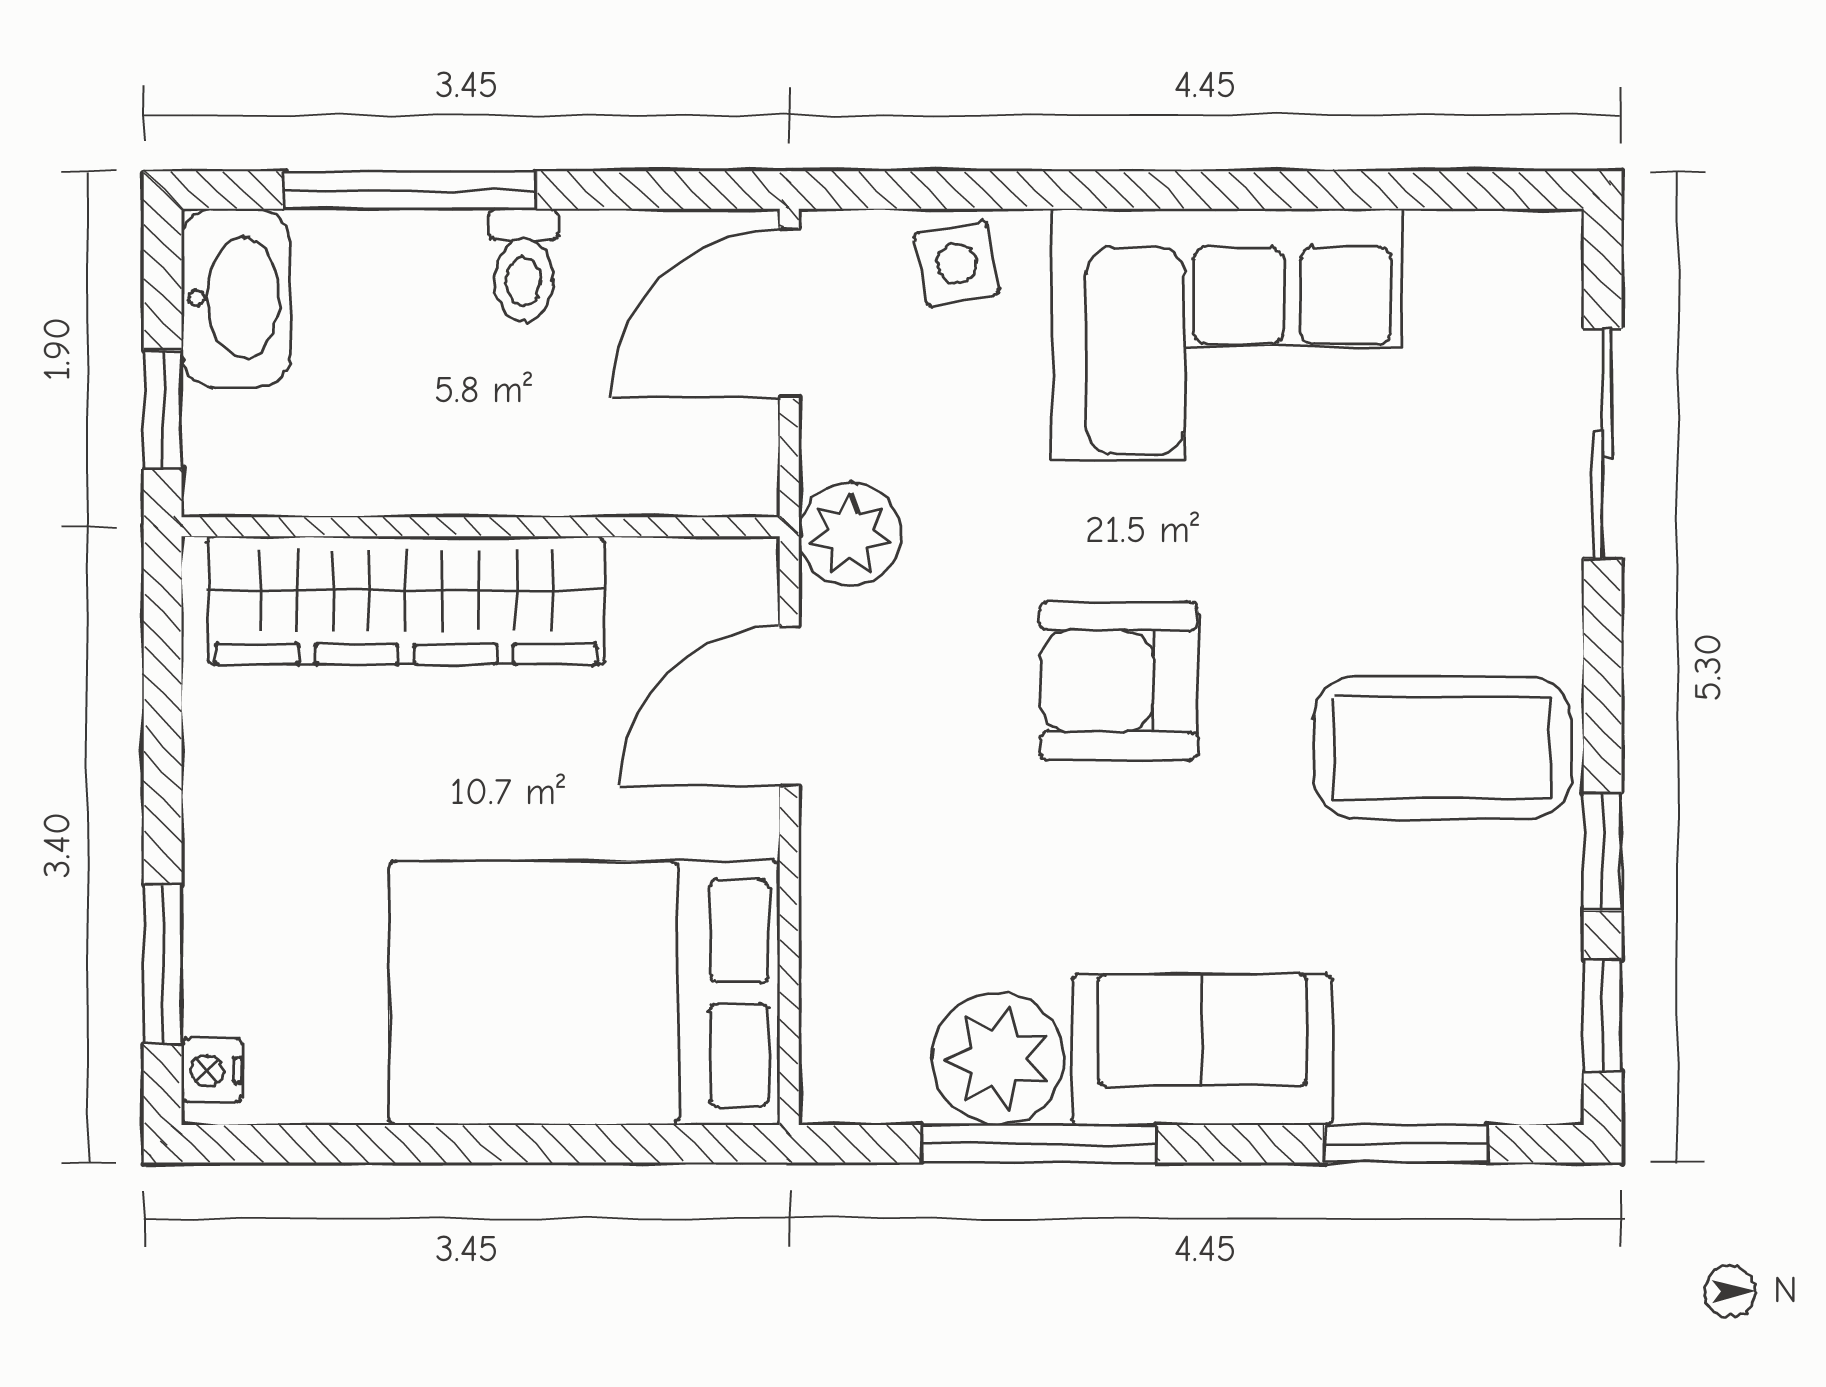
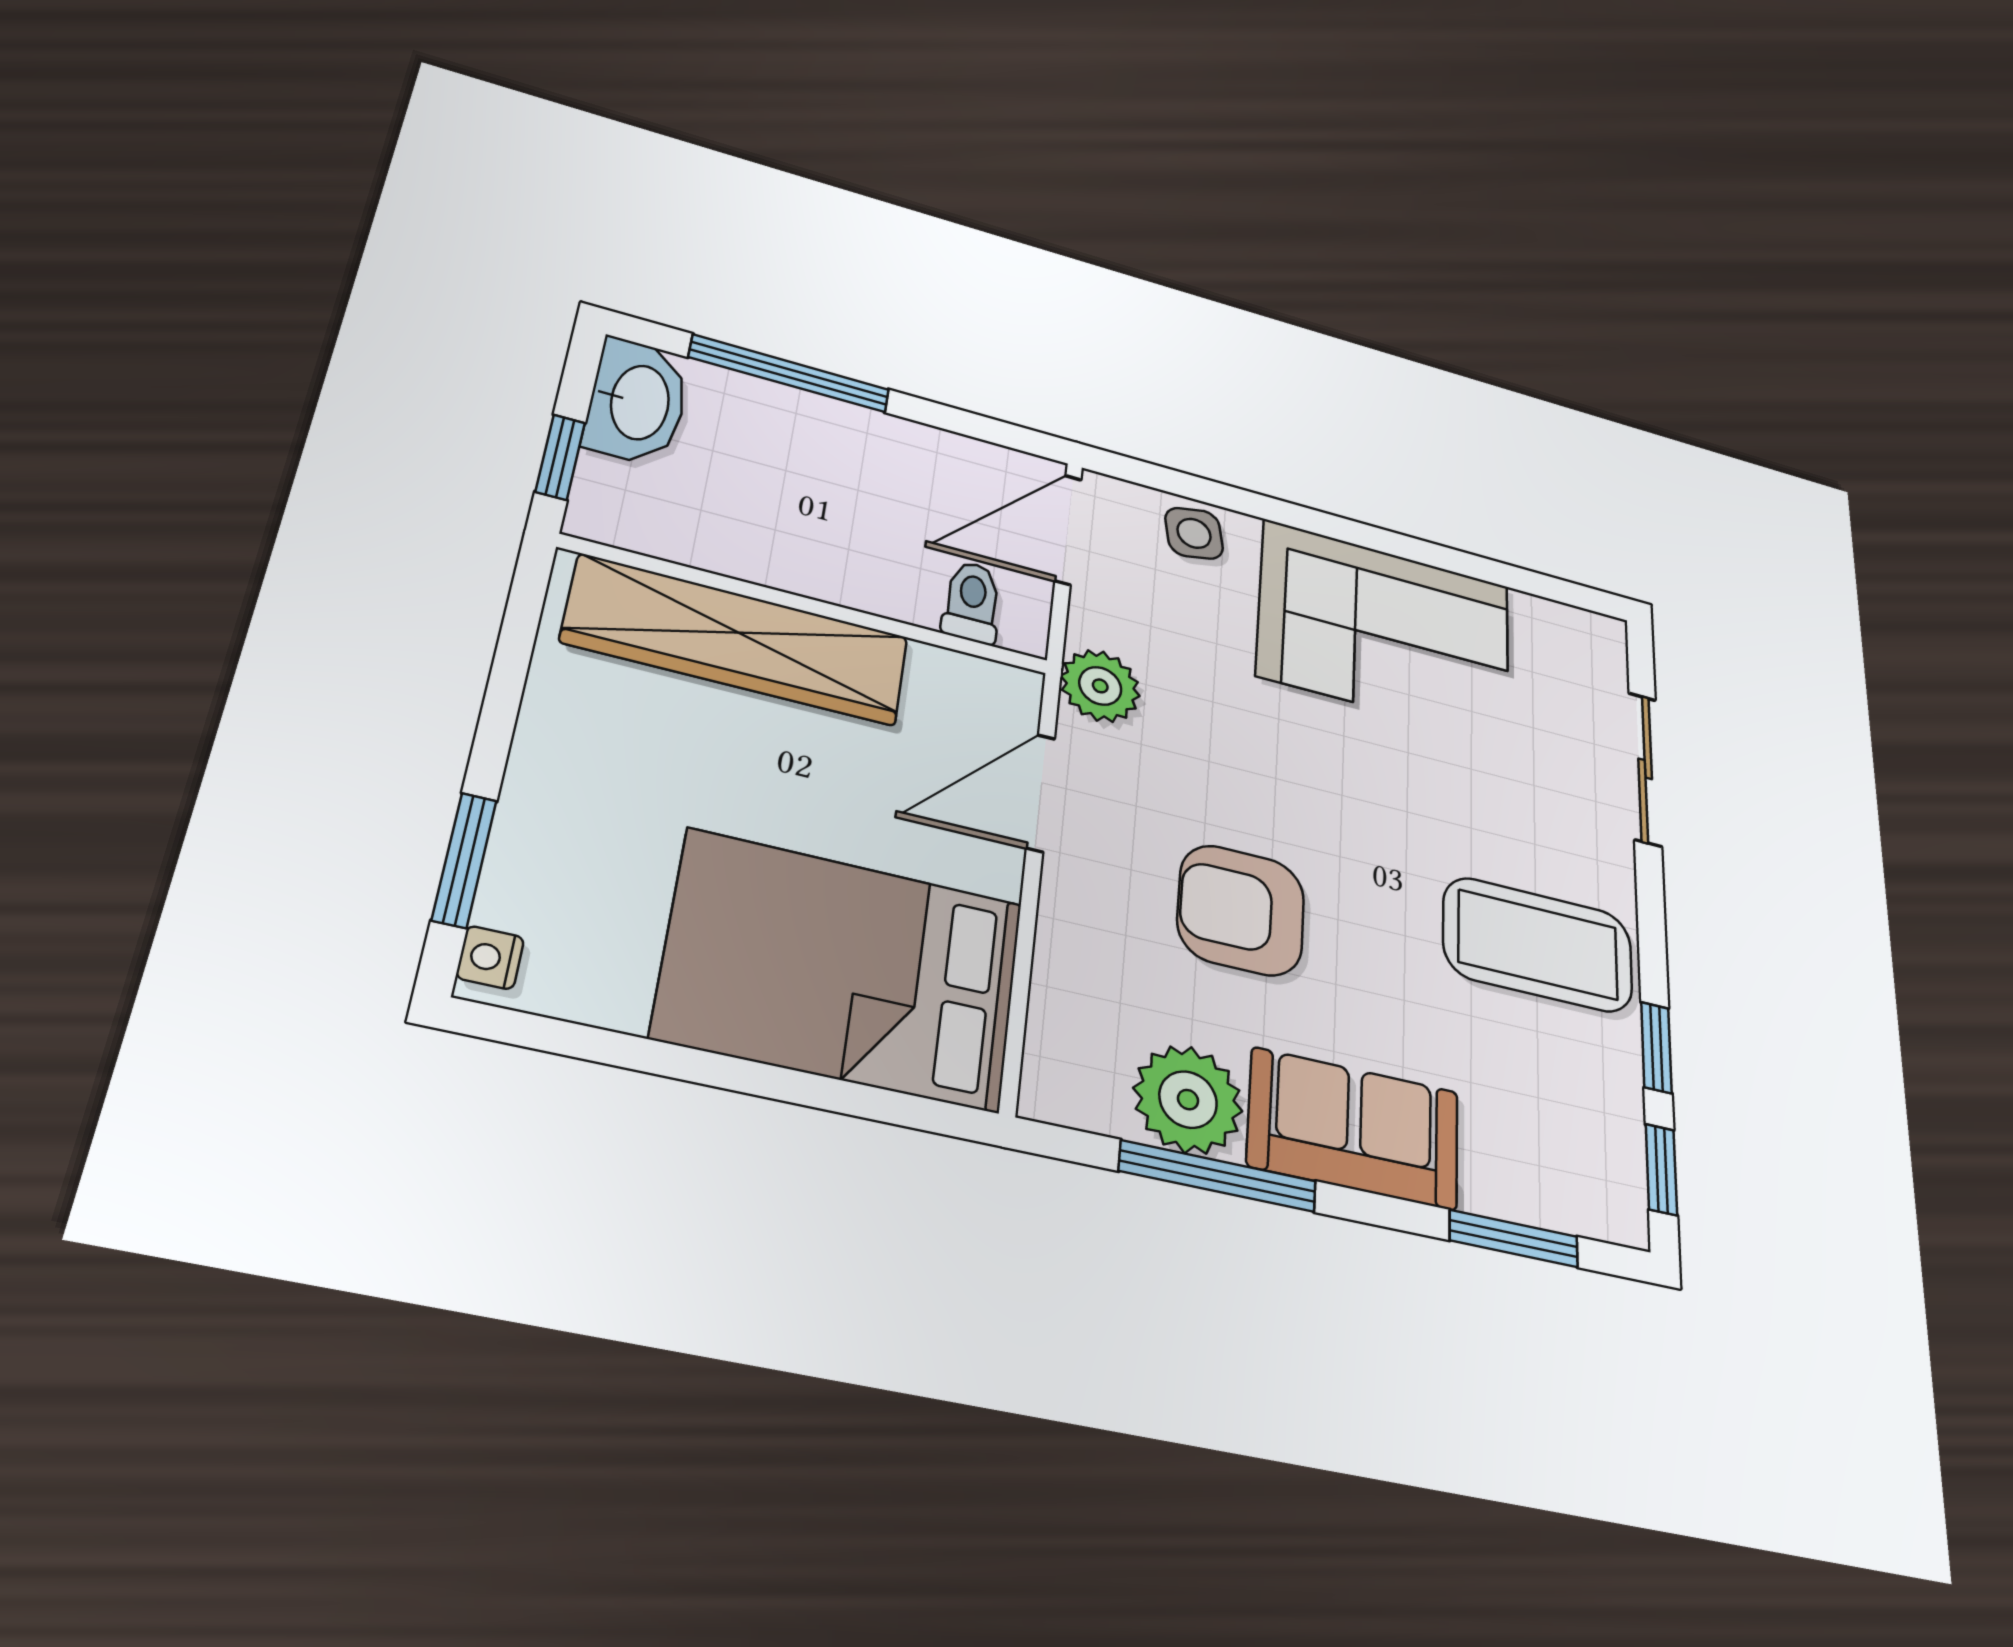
toilet: (523, 265) -> (972, 602), moved, turned 180
armchair: (1119, 681) -> (1241, 910), moved

